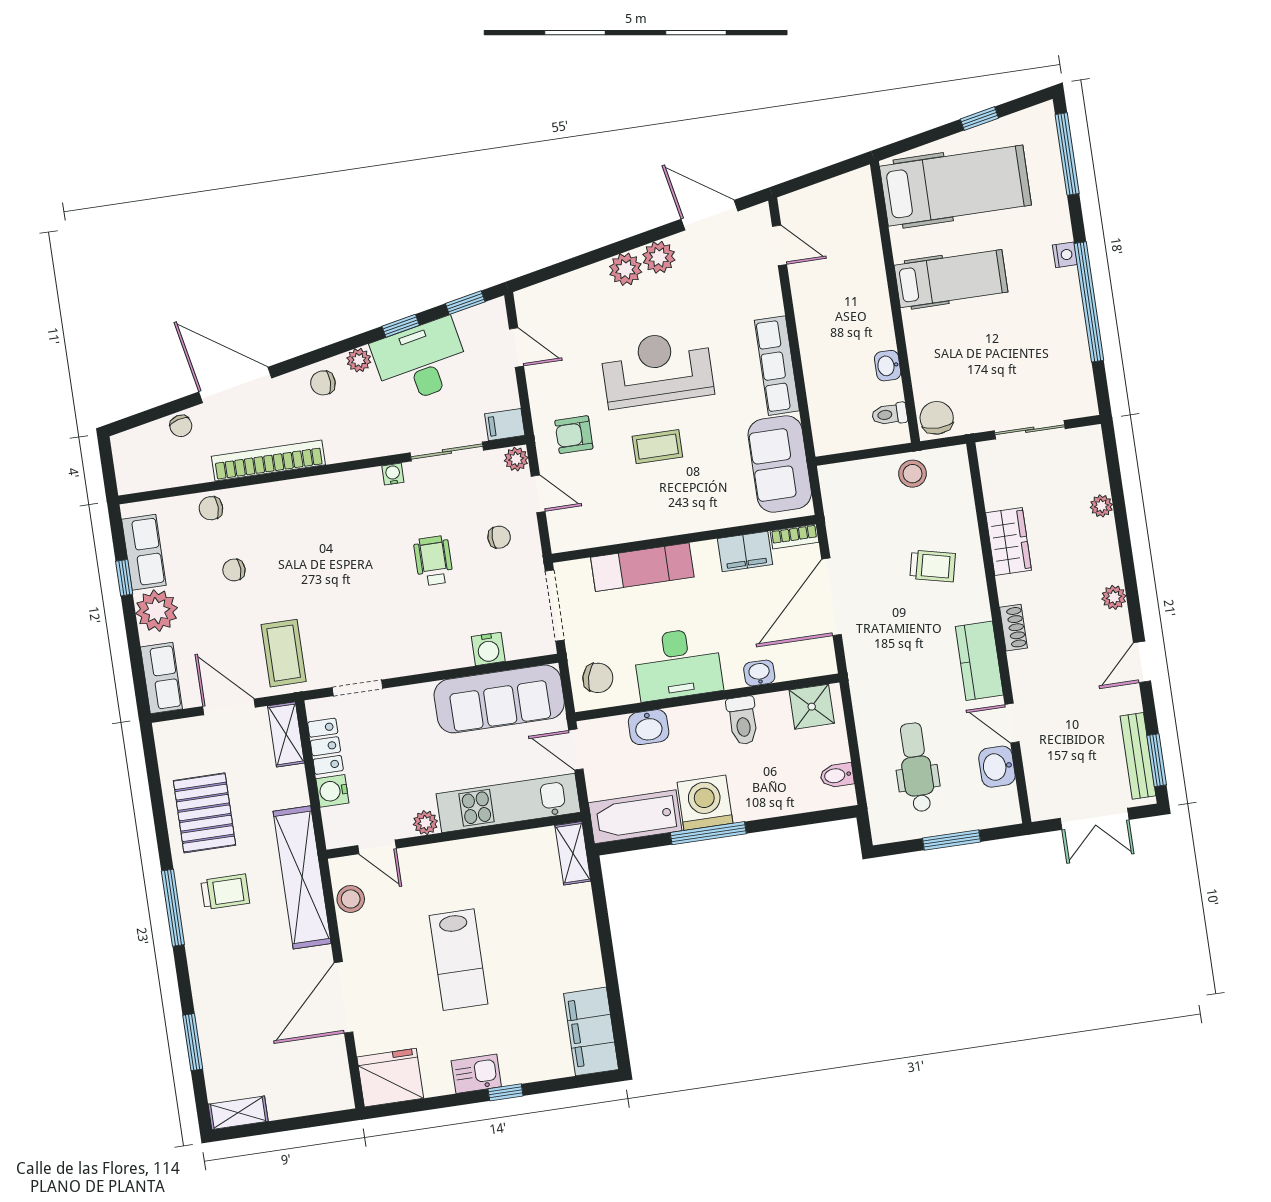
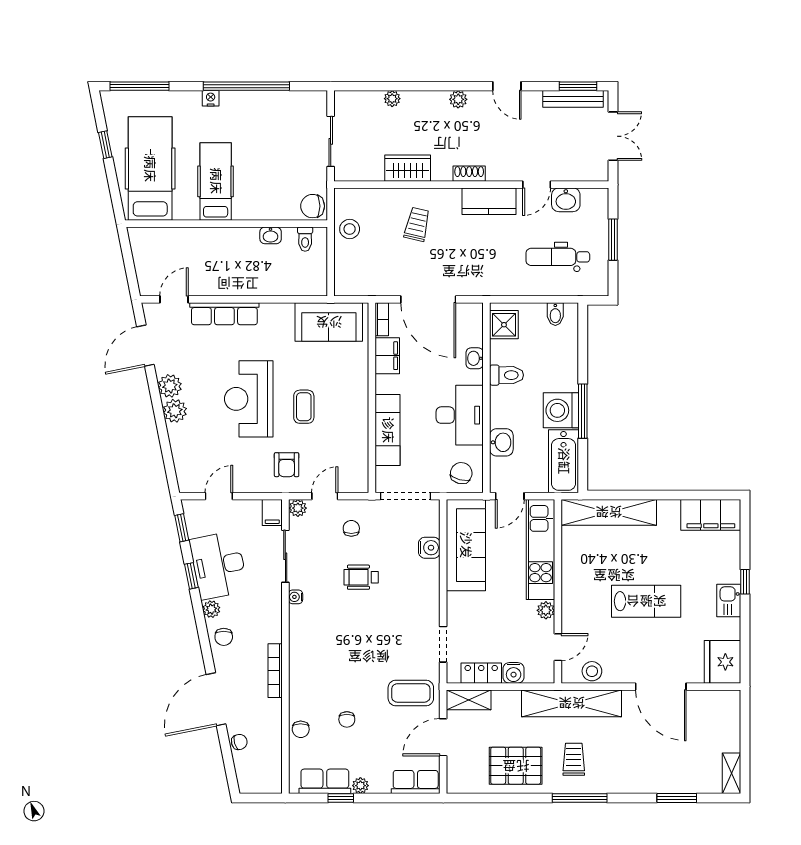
row of seats: (777, 366) -> (224, 314), moved
bookcase: (268, 461) -> (275, 671), width x0.68, depth x0.76
plant: (157, 611) -> (360, 786), width x0.53, depth x0.53
shelving: (573, 853) -> (609, 512), width x2.20, depth x1.33

